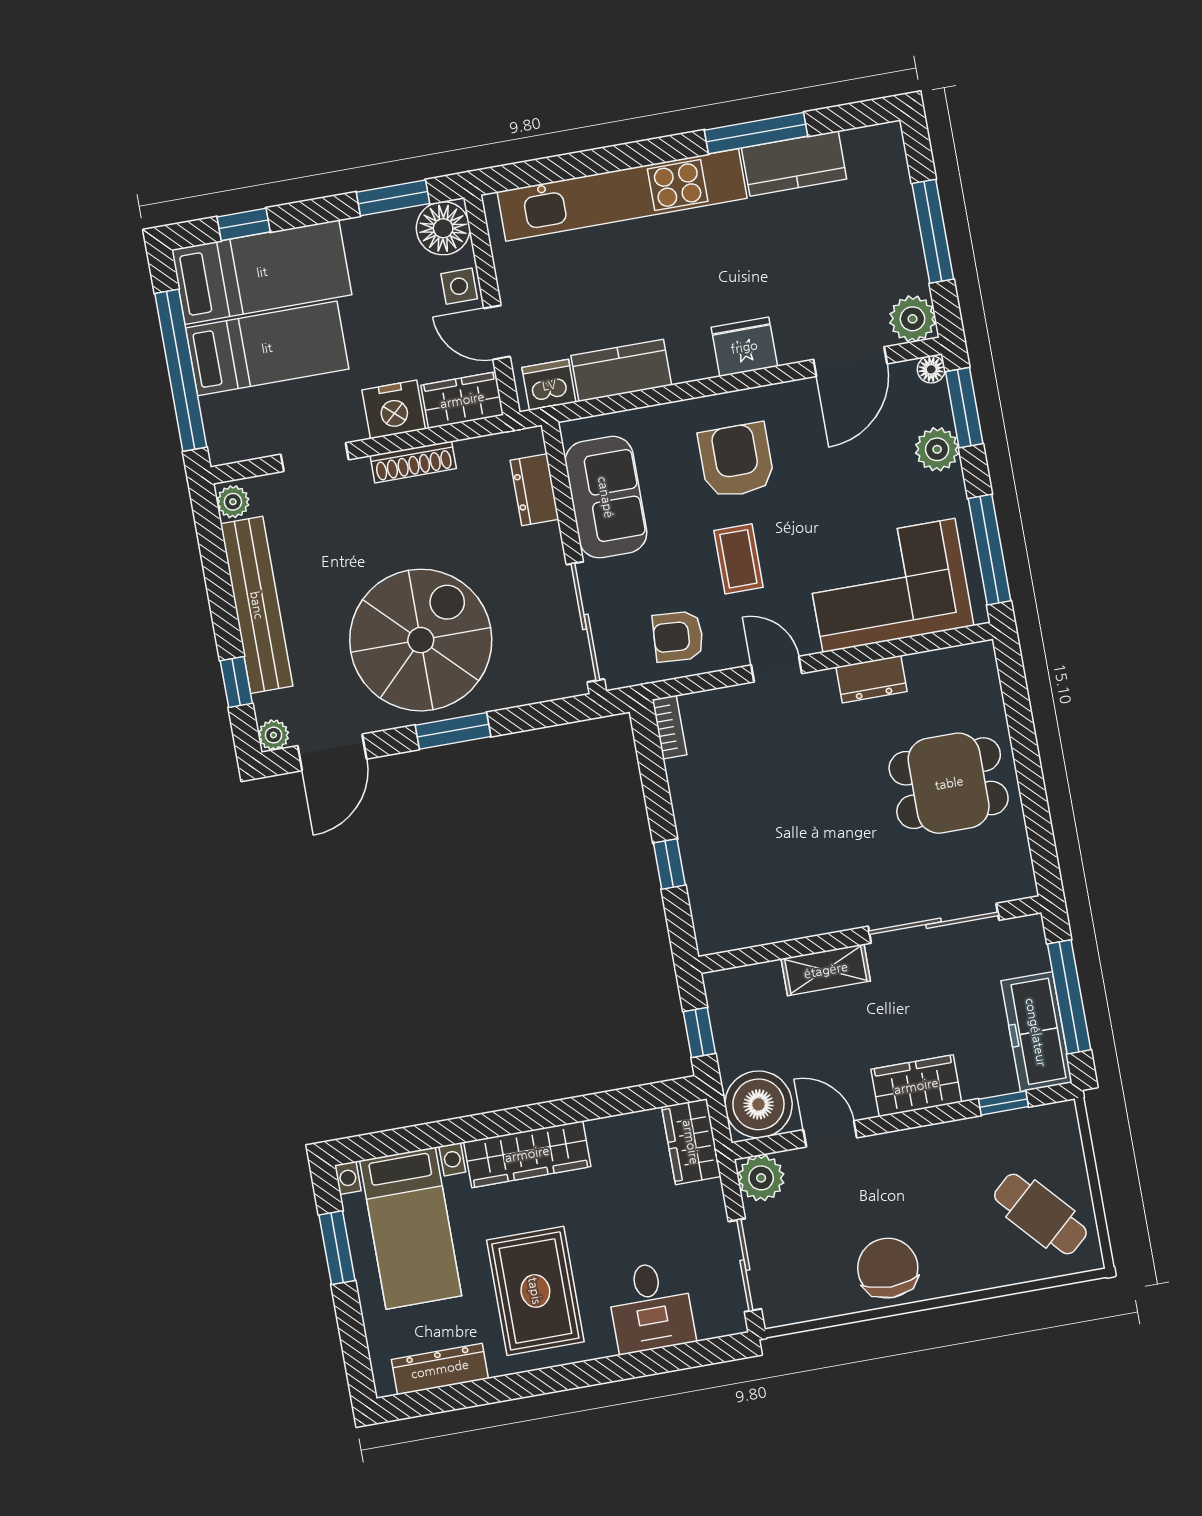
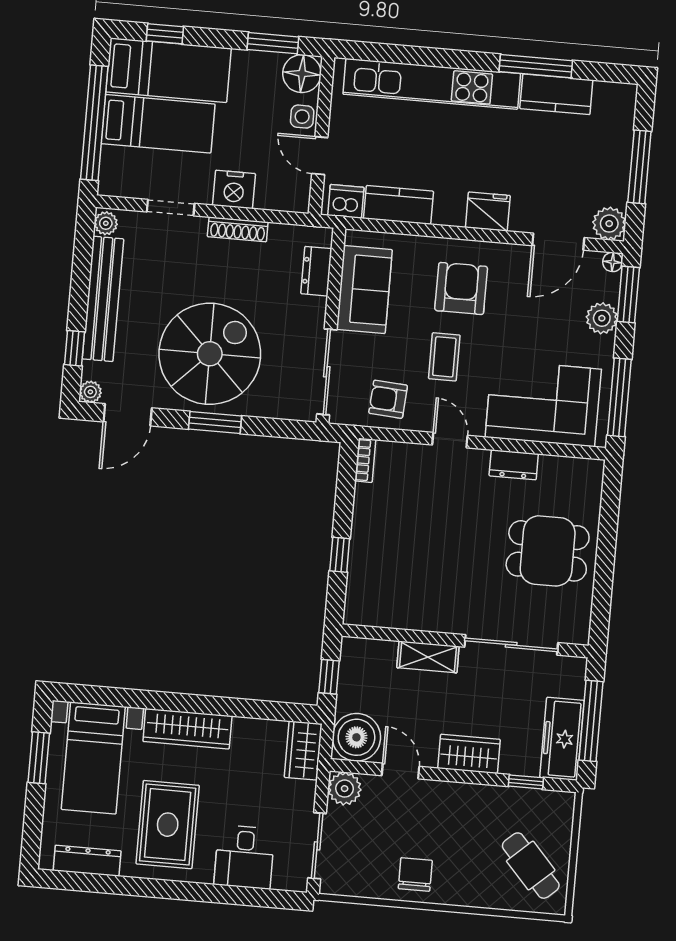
wardrobe: (462, 400) -> (283, 196), removed
chair: (888, 1268) -> (415, 874), width x0.73, depth x0.73

